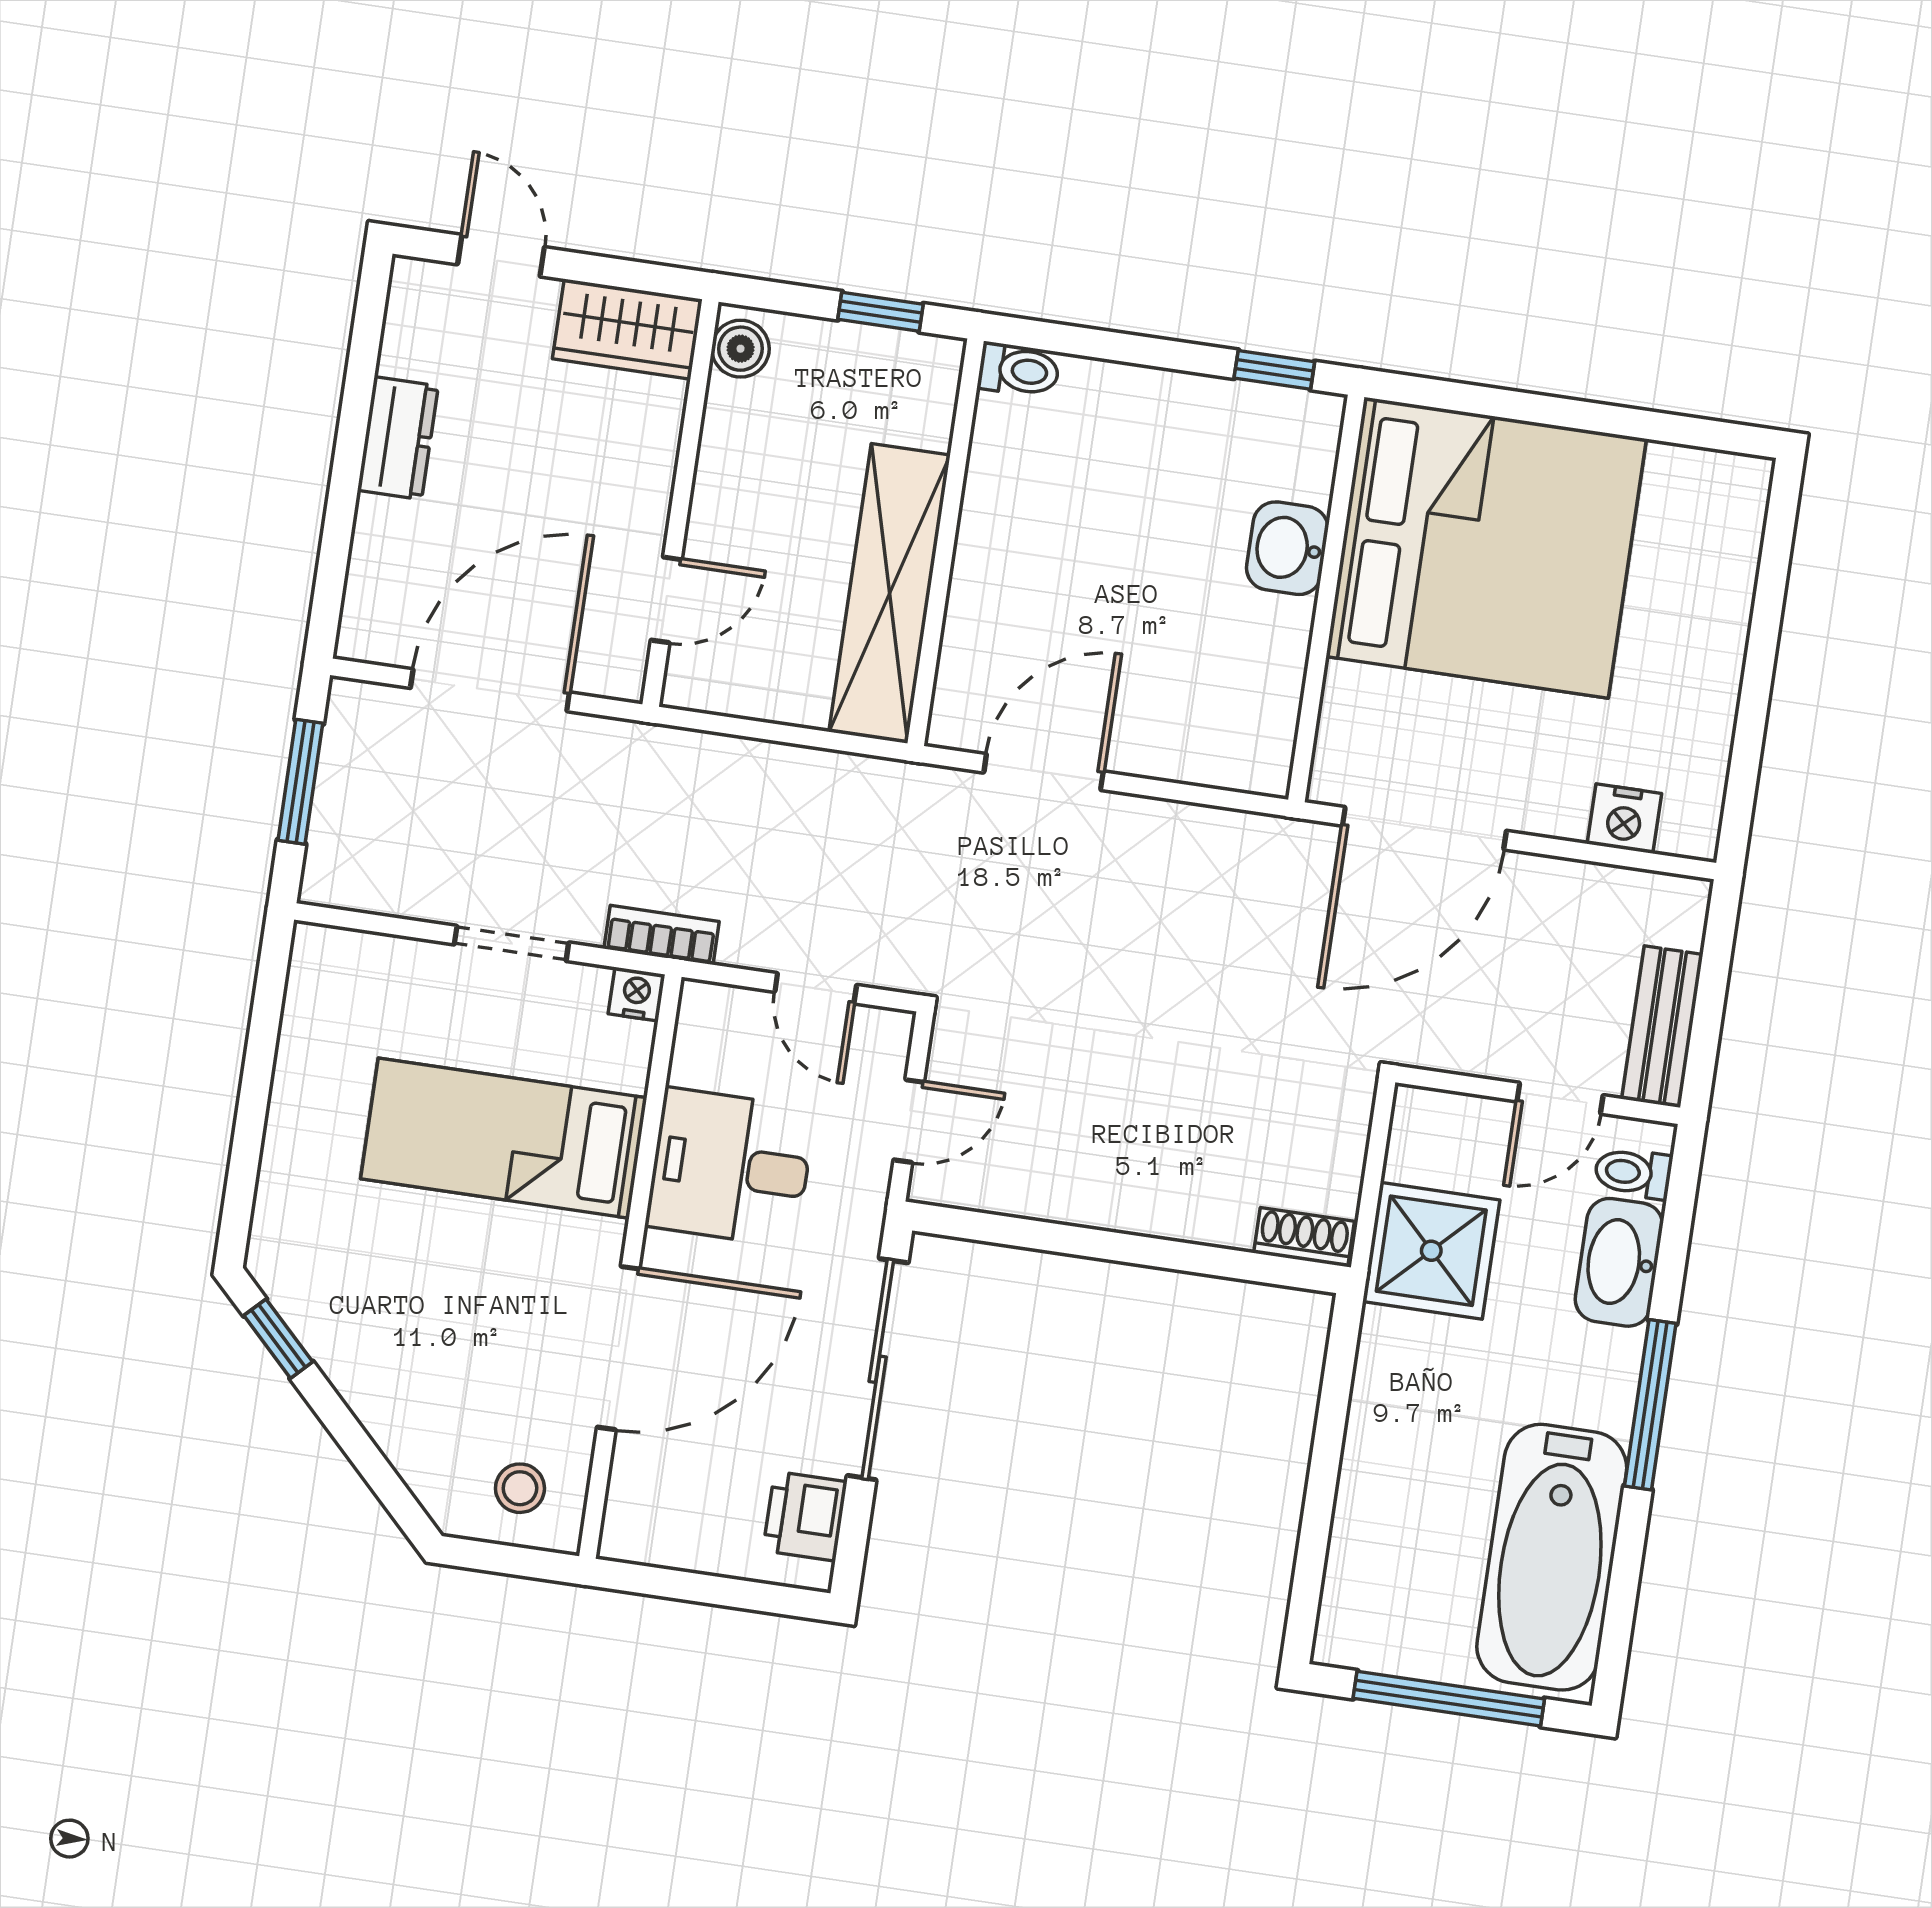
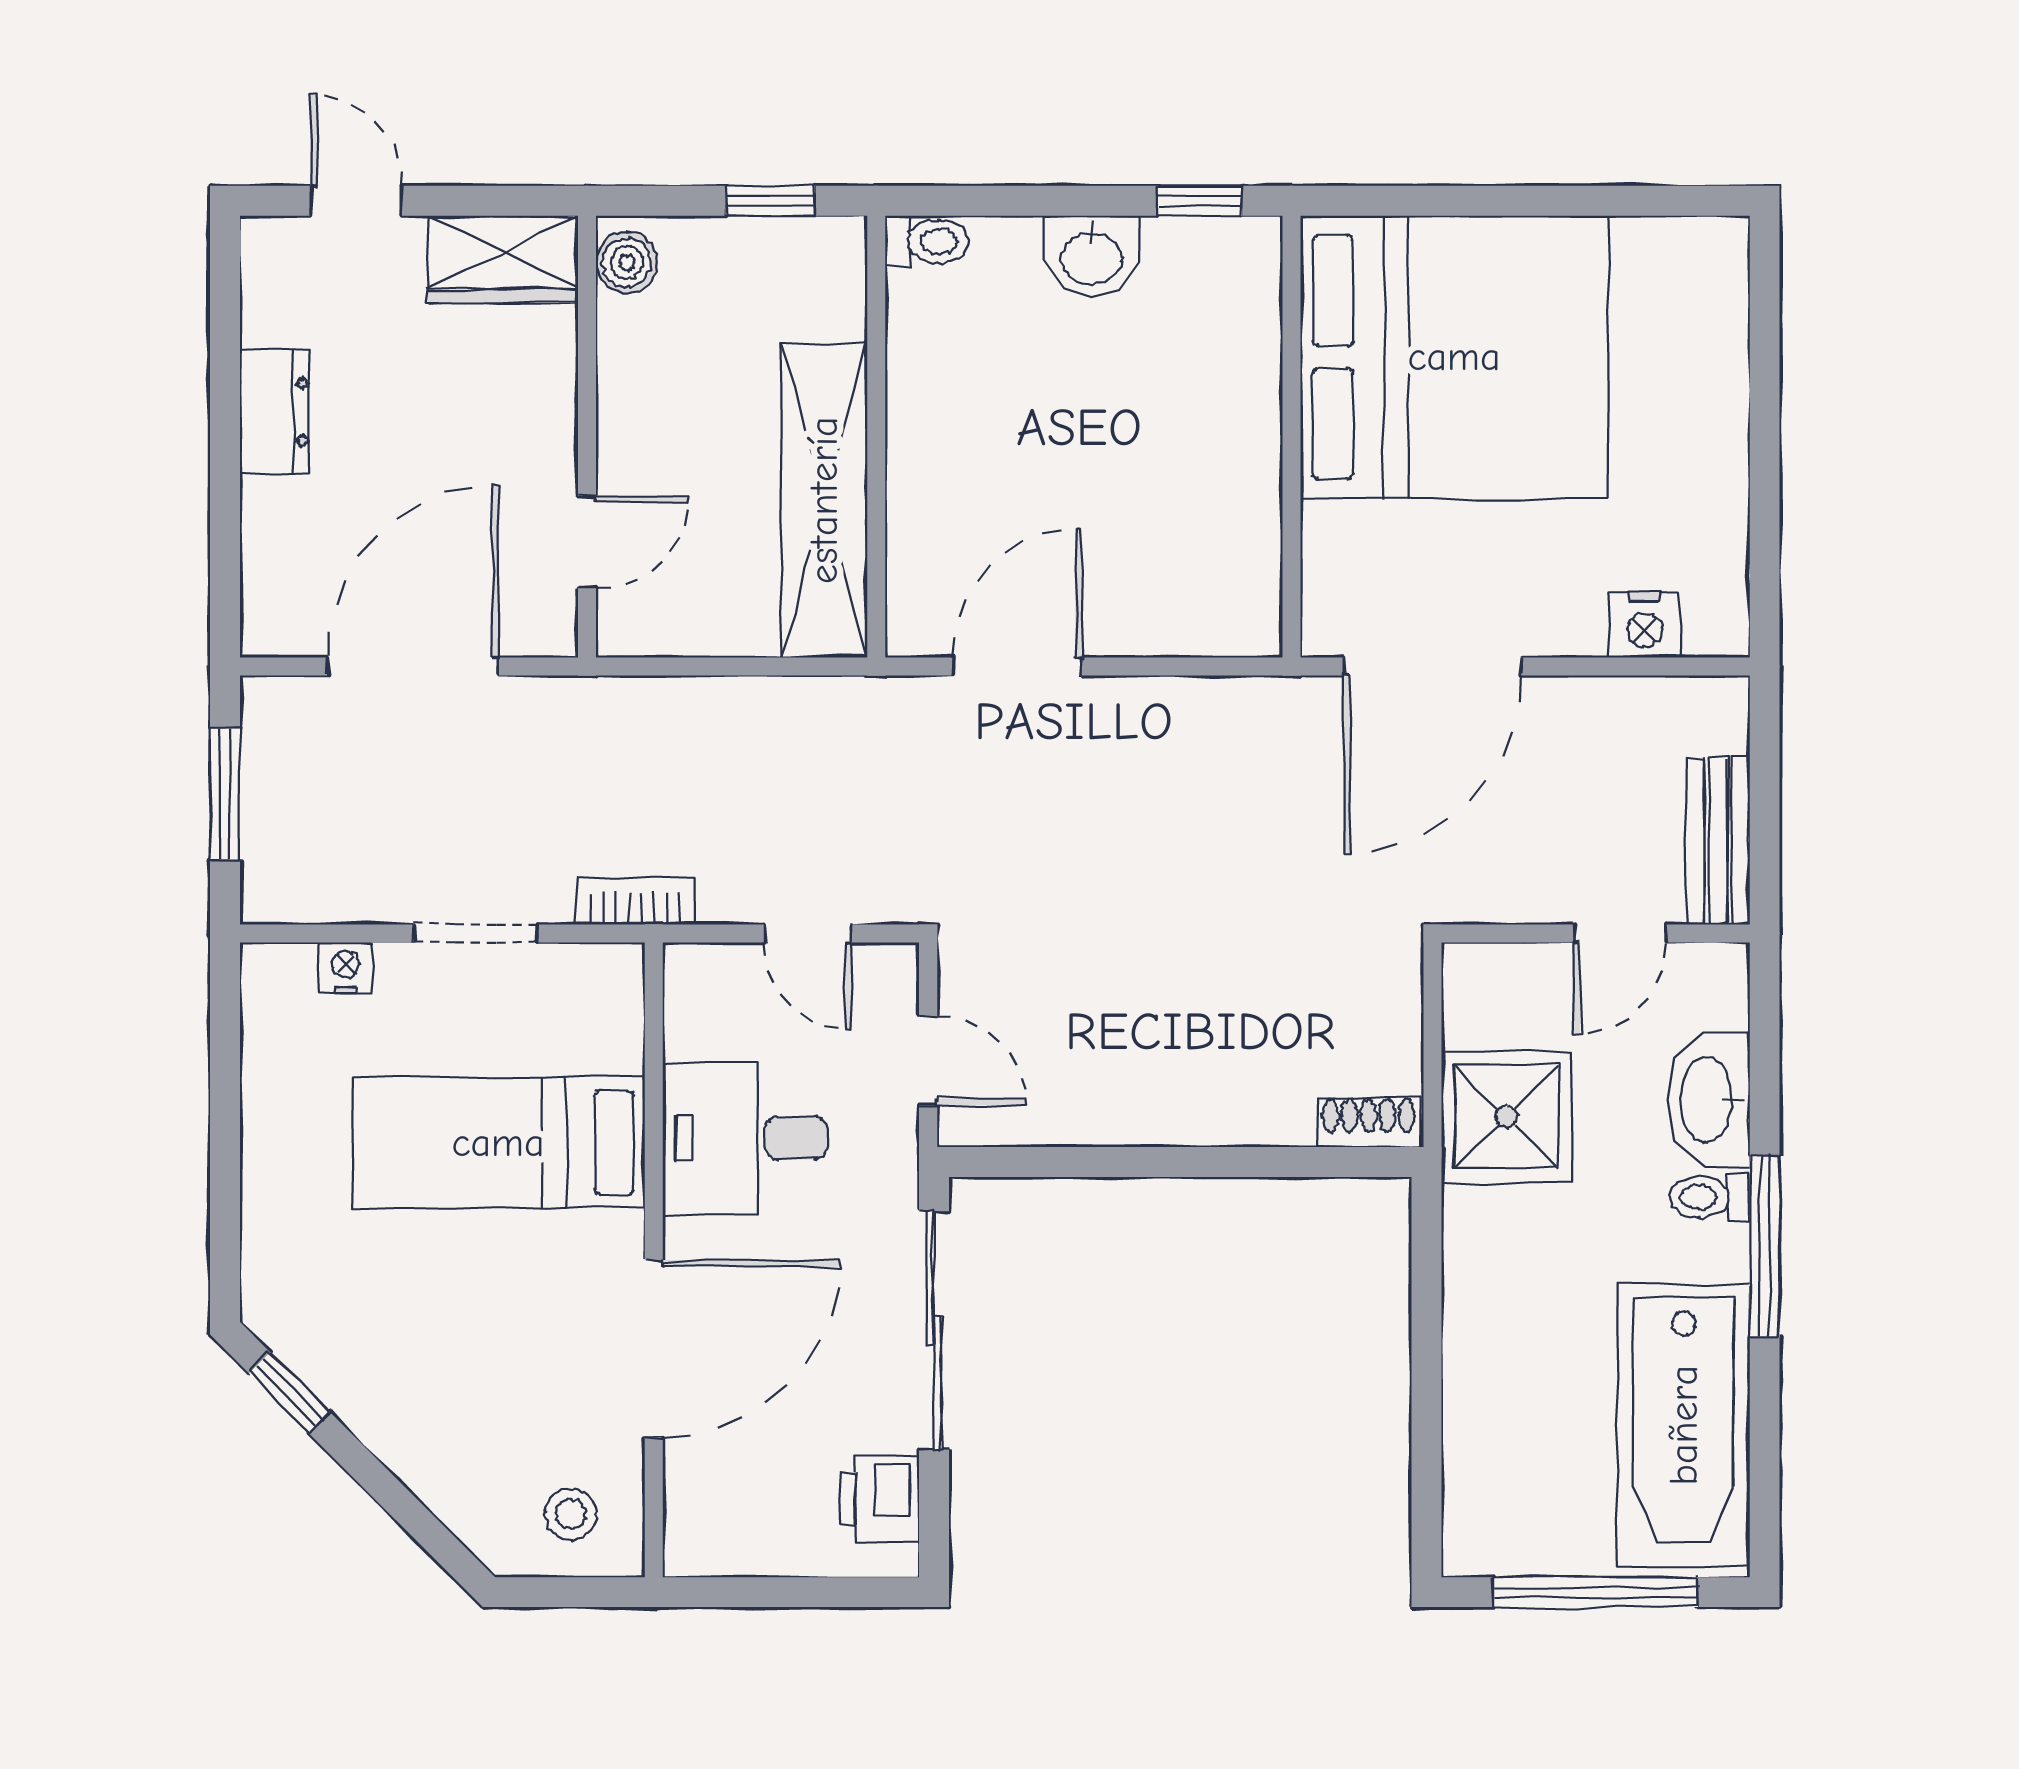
washbasin: (1287, 548) -> (1091, 256), moved, turned -90
nightstand: (636, 994) -> (346, 968), moved
door: (909, 1121) -> (928, 1061), hinge flipped
toilet: (1633, 1173) -> (1710, 1197), moved

